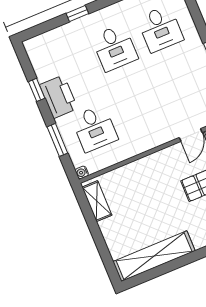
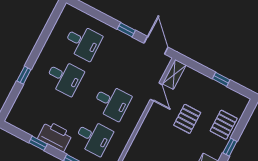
desk: (140, 109) -> (112, 102), added

